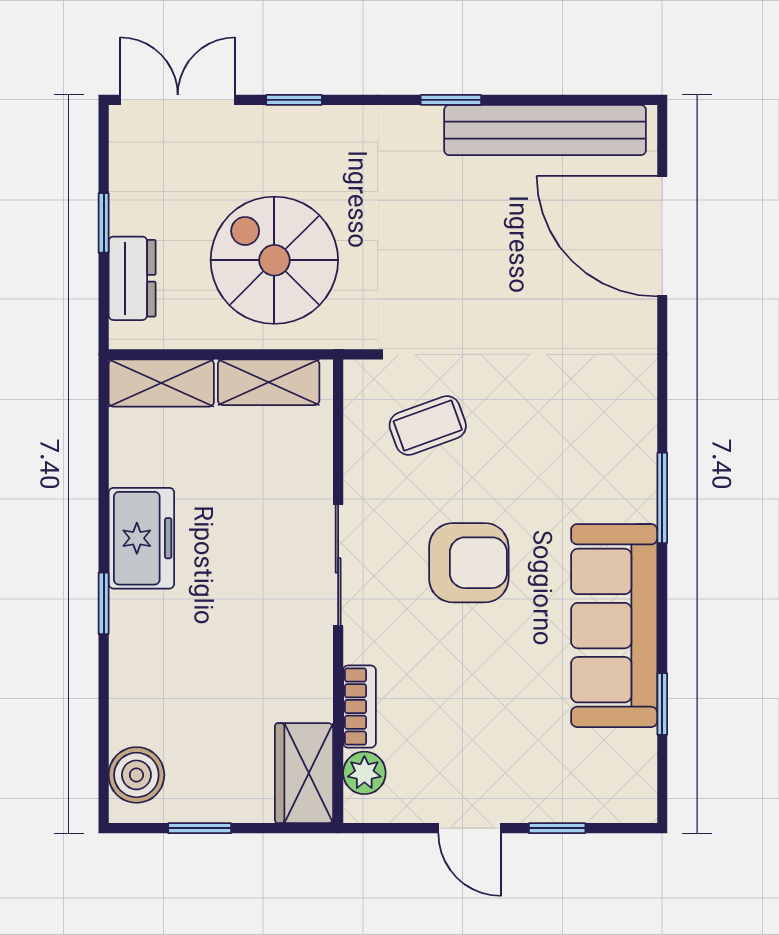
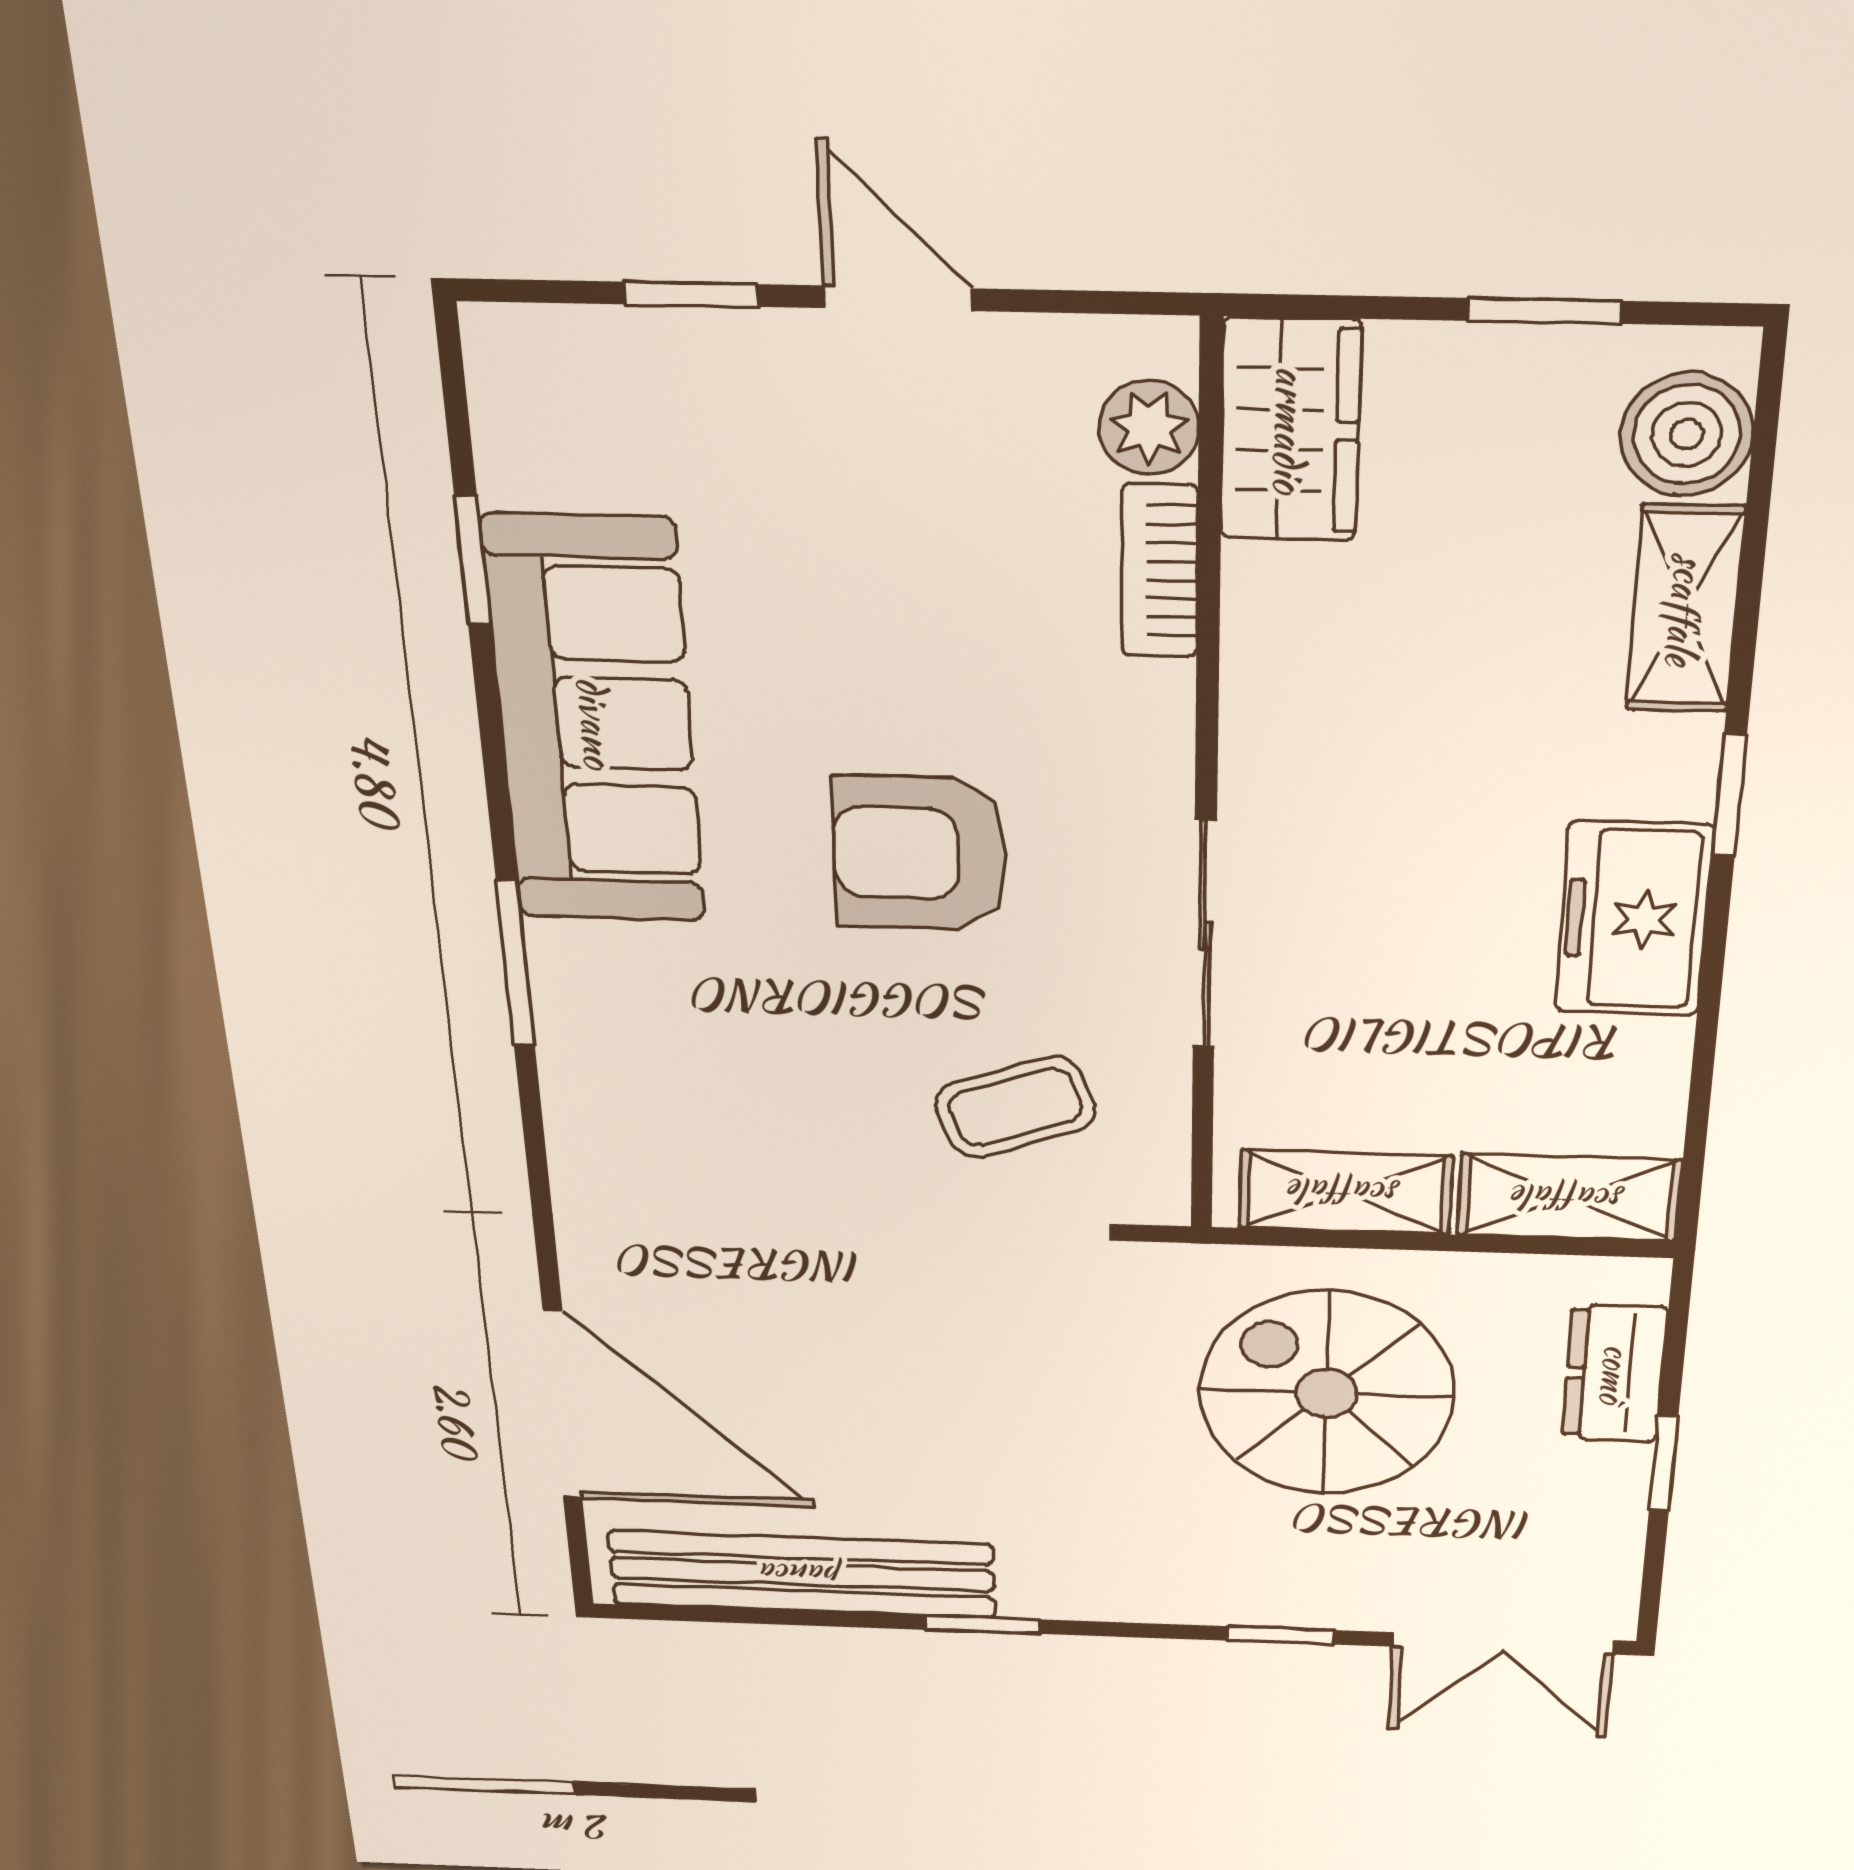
spiral stairs: (274, 260) -> (1327, 1393), turned 180
sliding door: (338, 565) -> (1205, 936), moved
shelving: (131, 694) -> (1685, 609), added

